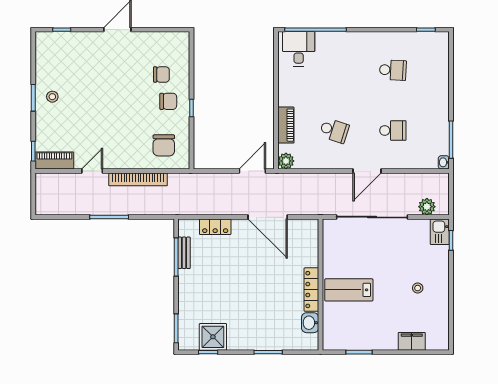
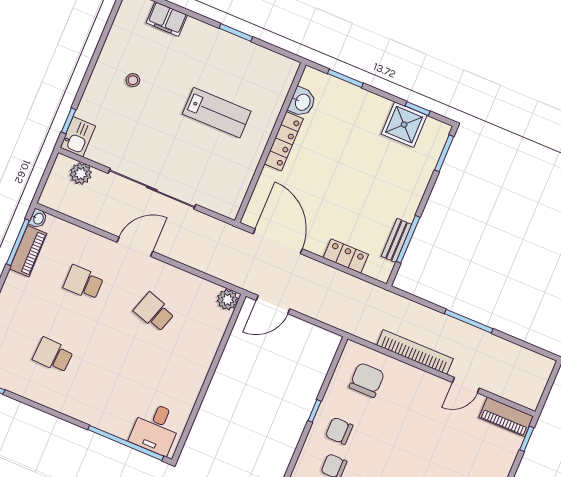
piano: (286, 125) -> (28, 251), moved, turned 180
wall: (321, 285) -> (270, 143), moved
locker: (311, 290) -> (284, 141), moved
washbasin: (310, 323) -> (302, 102), moved

